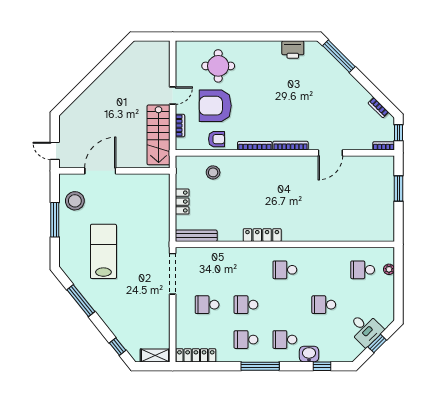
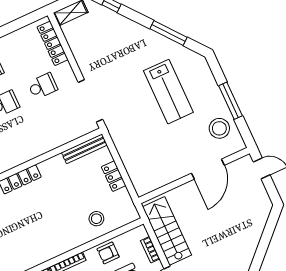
locker: (196, 355) -> (53, 43), moved, turned 90

